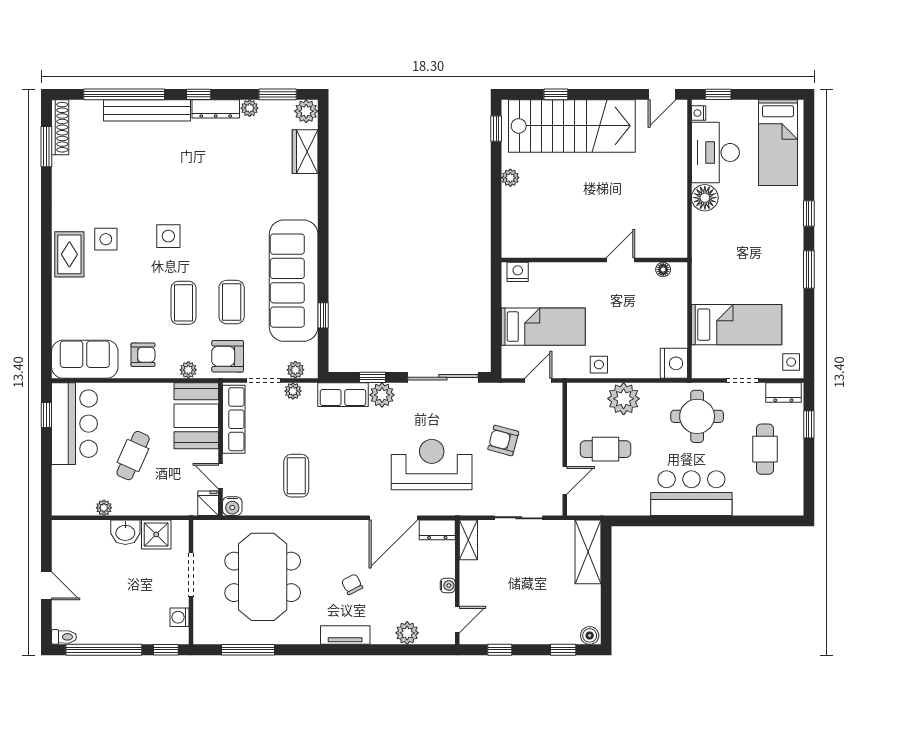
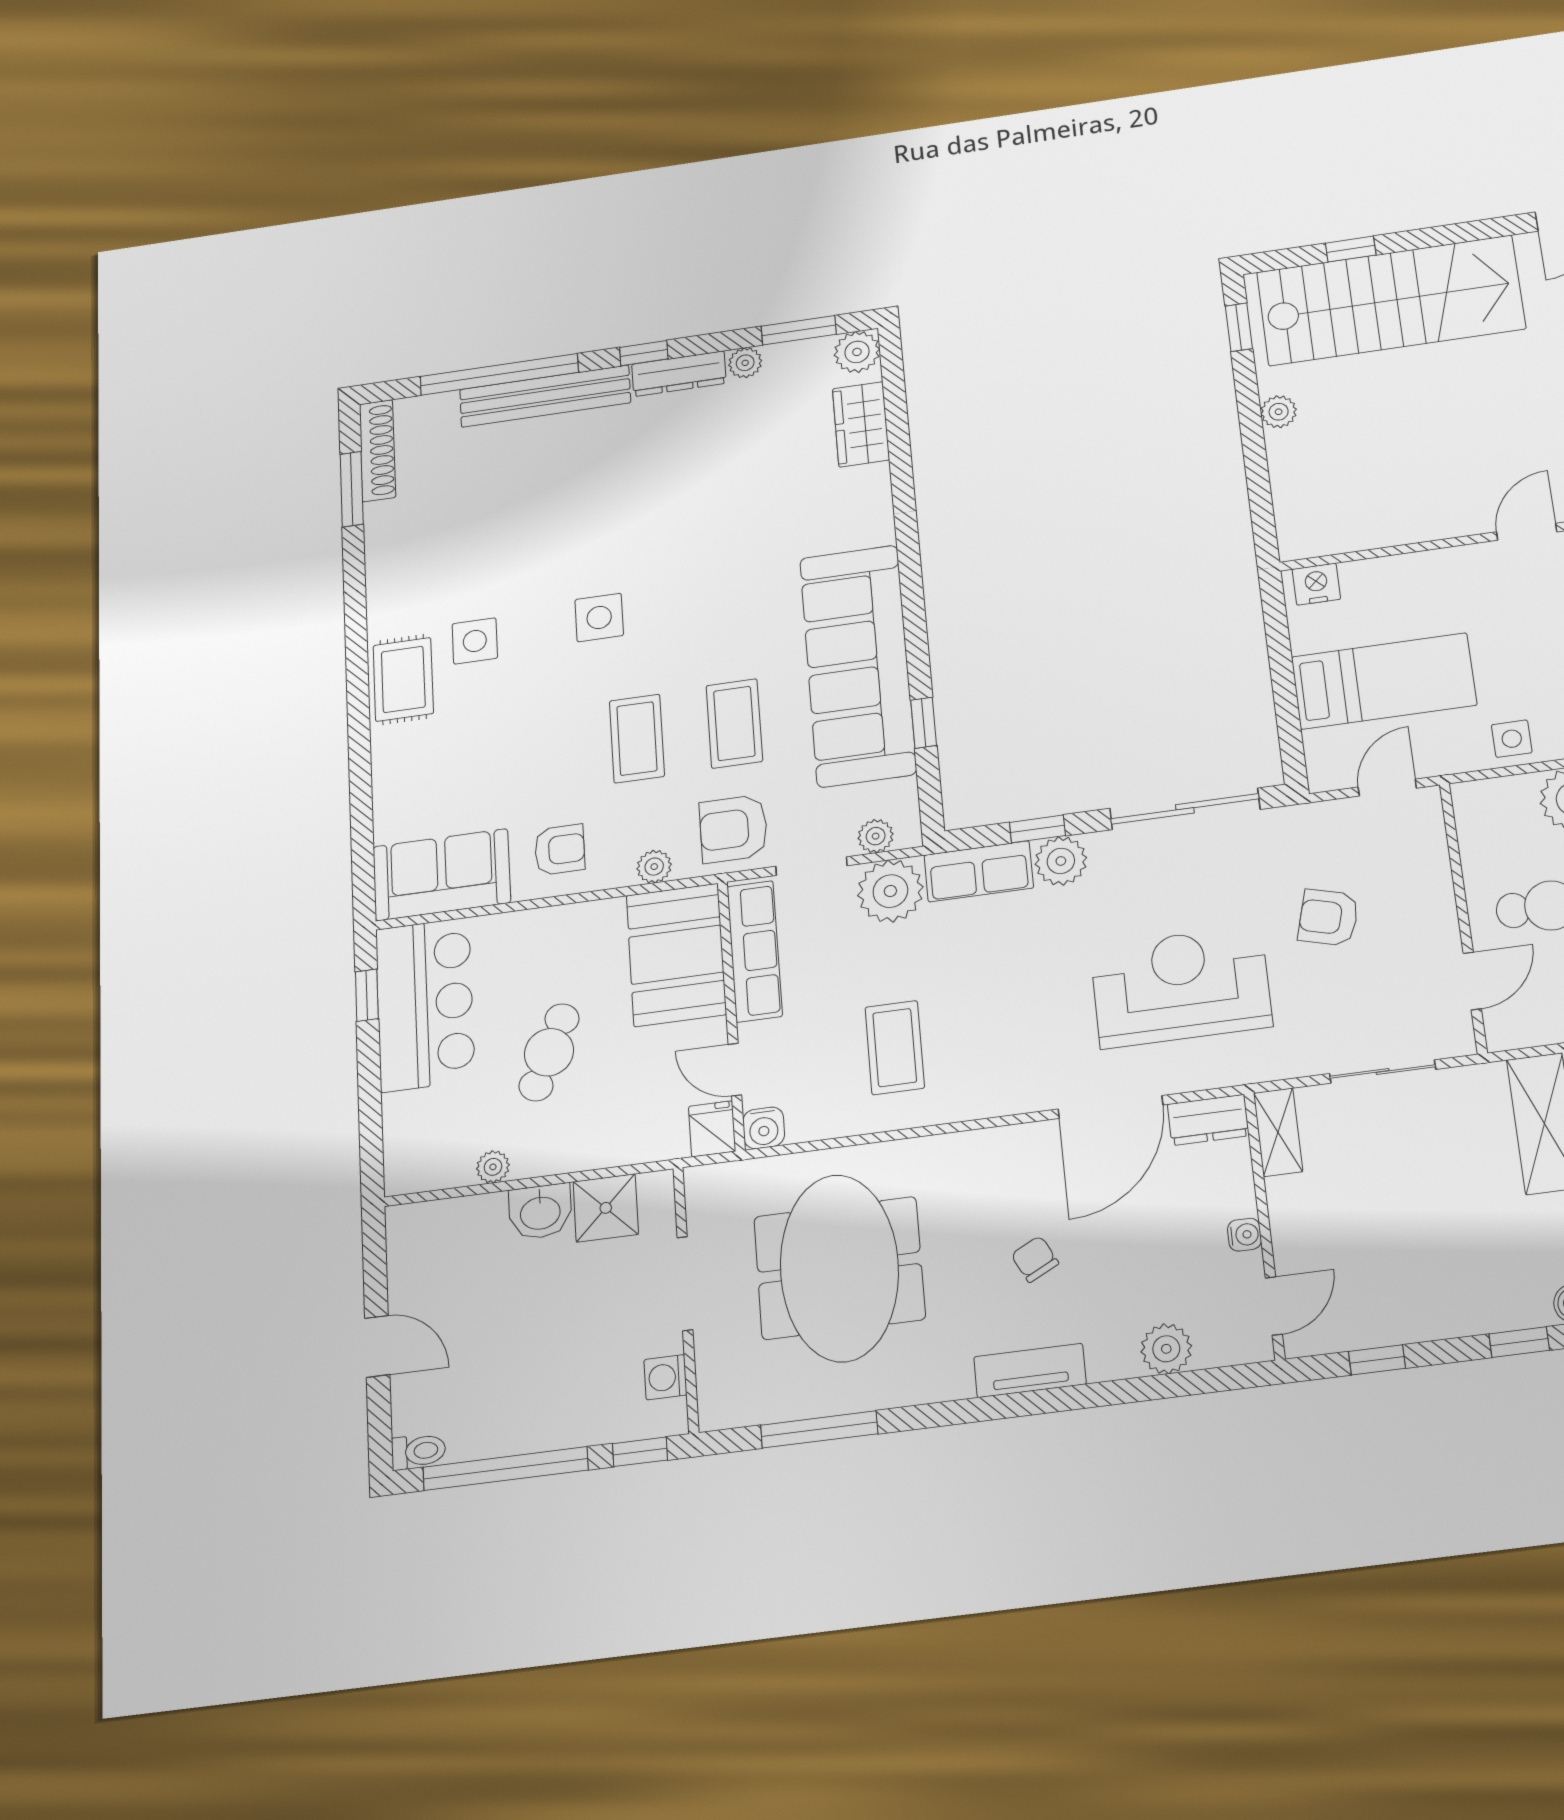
plant: (293, 391) -> (890, 891), width x1.88, depth x1.88

